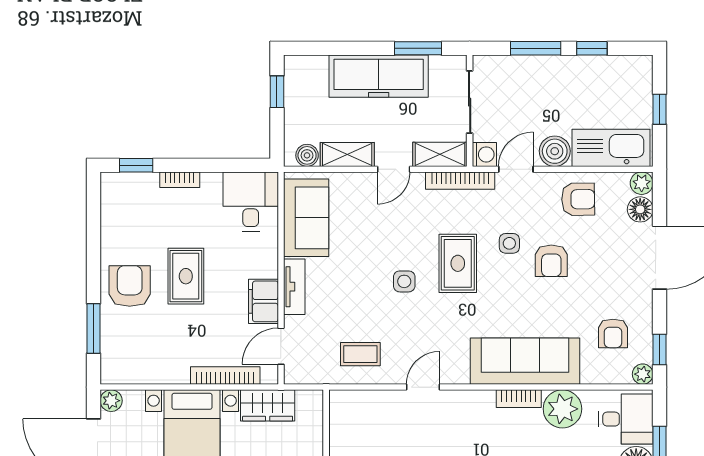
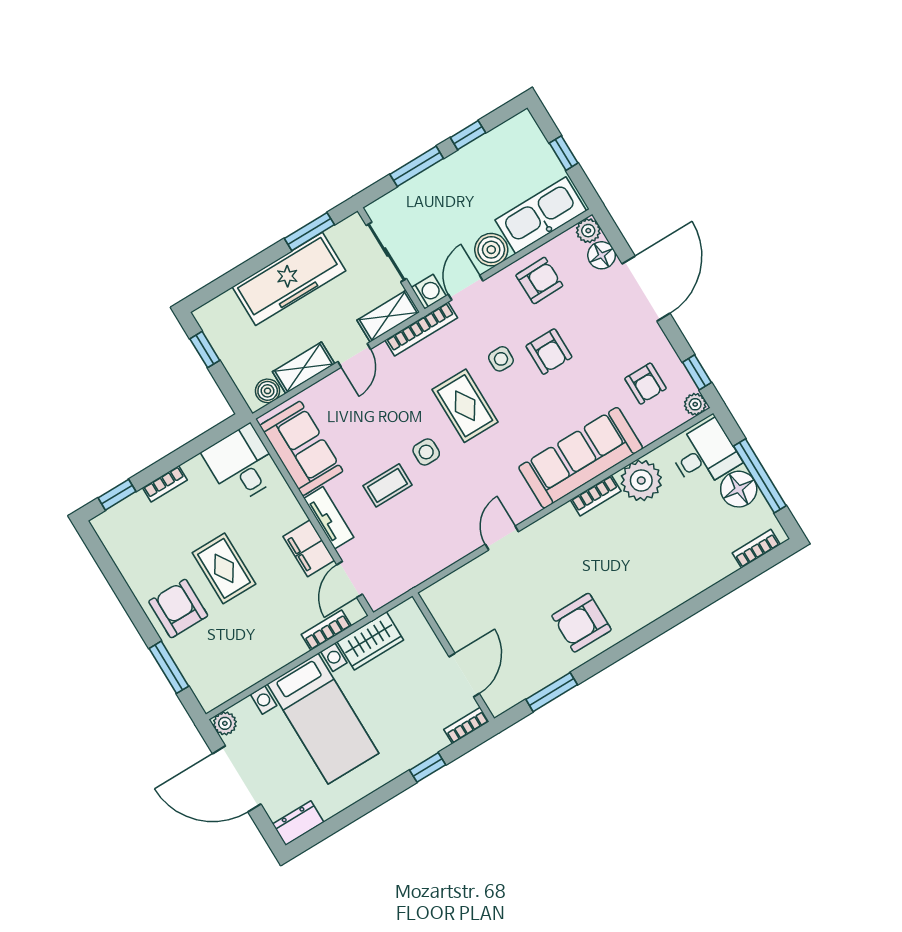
coffee table: (360, 354) -> (388, 485), moved
bookcase: (225, 376) -> (326, 630), width x0.64

